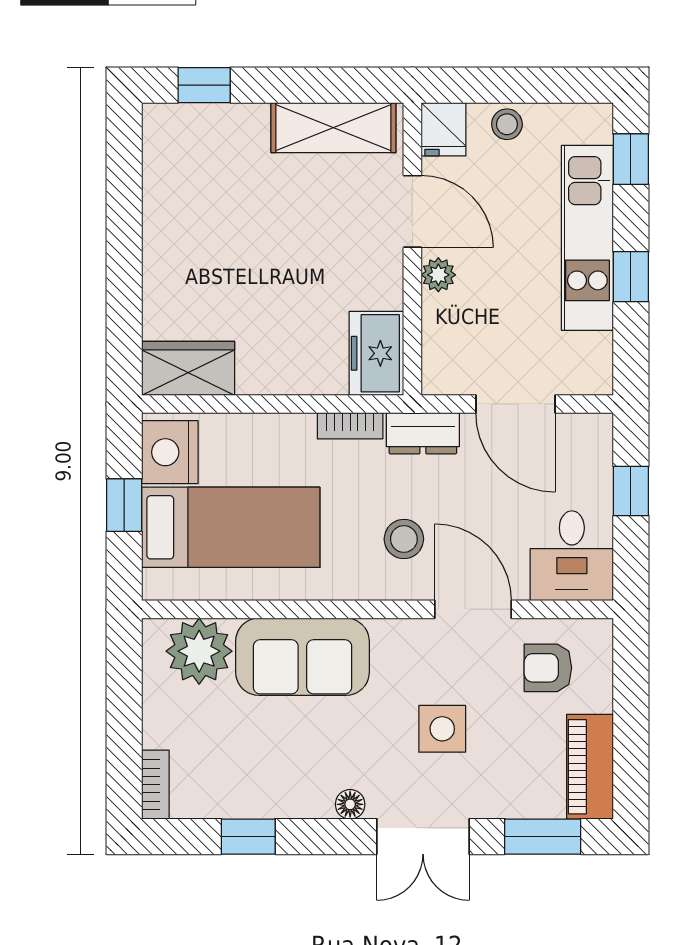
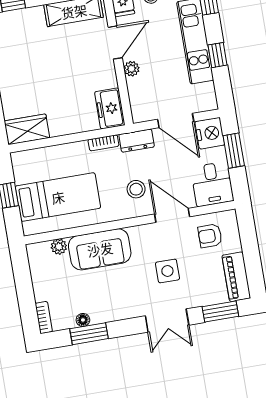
door: (412, 211) -> (115, 42), hinge flipped
nightstand: (170, 452) -> (210, 133), moved, turned 180
window: (631, 491) -> (234, 151), width x1.50
plant: (199, 651) -> (59, 247), width x0.53, depth x0.53
floor lamp: (350, 804) -> (83, 320), moved
window: (248, 837) -> (89, 334), width x1.50

